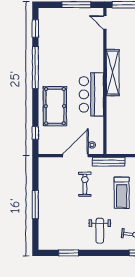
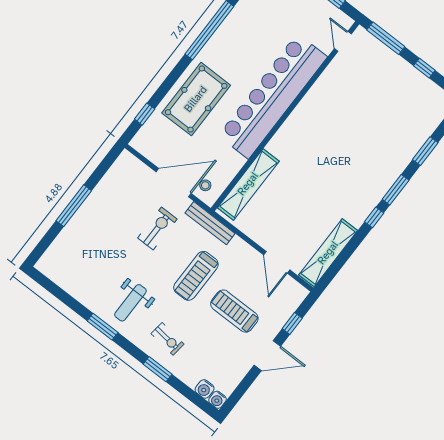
shelving: (113, 73) -> (248, 184), moved
bar counter: (91, 94) -> (273, 96), width x1.86
window: (69, 253) -> (103, 327), moved

